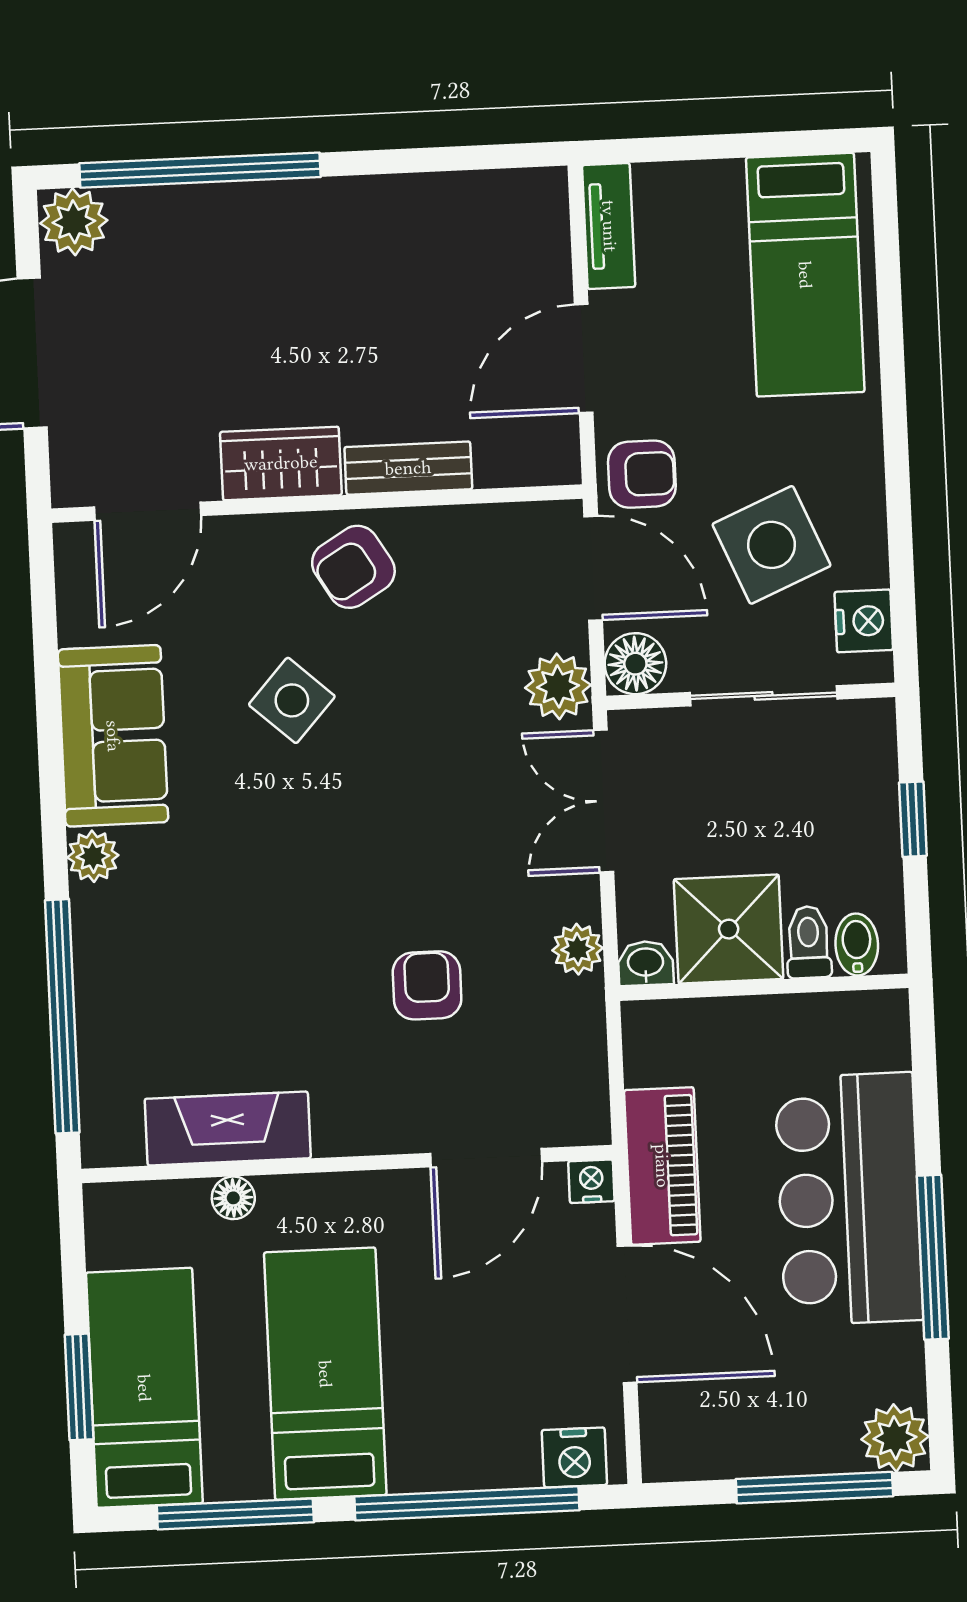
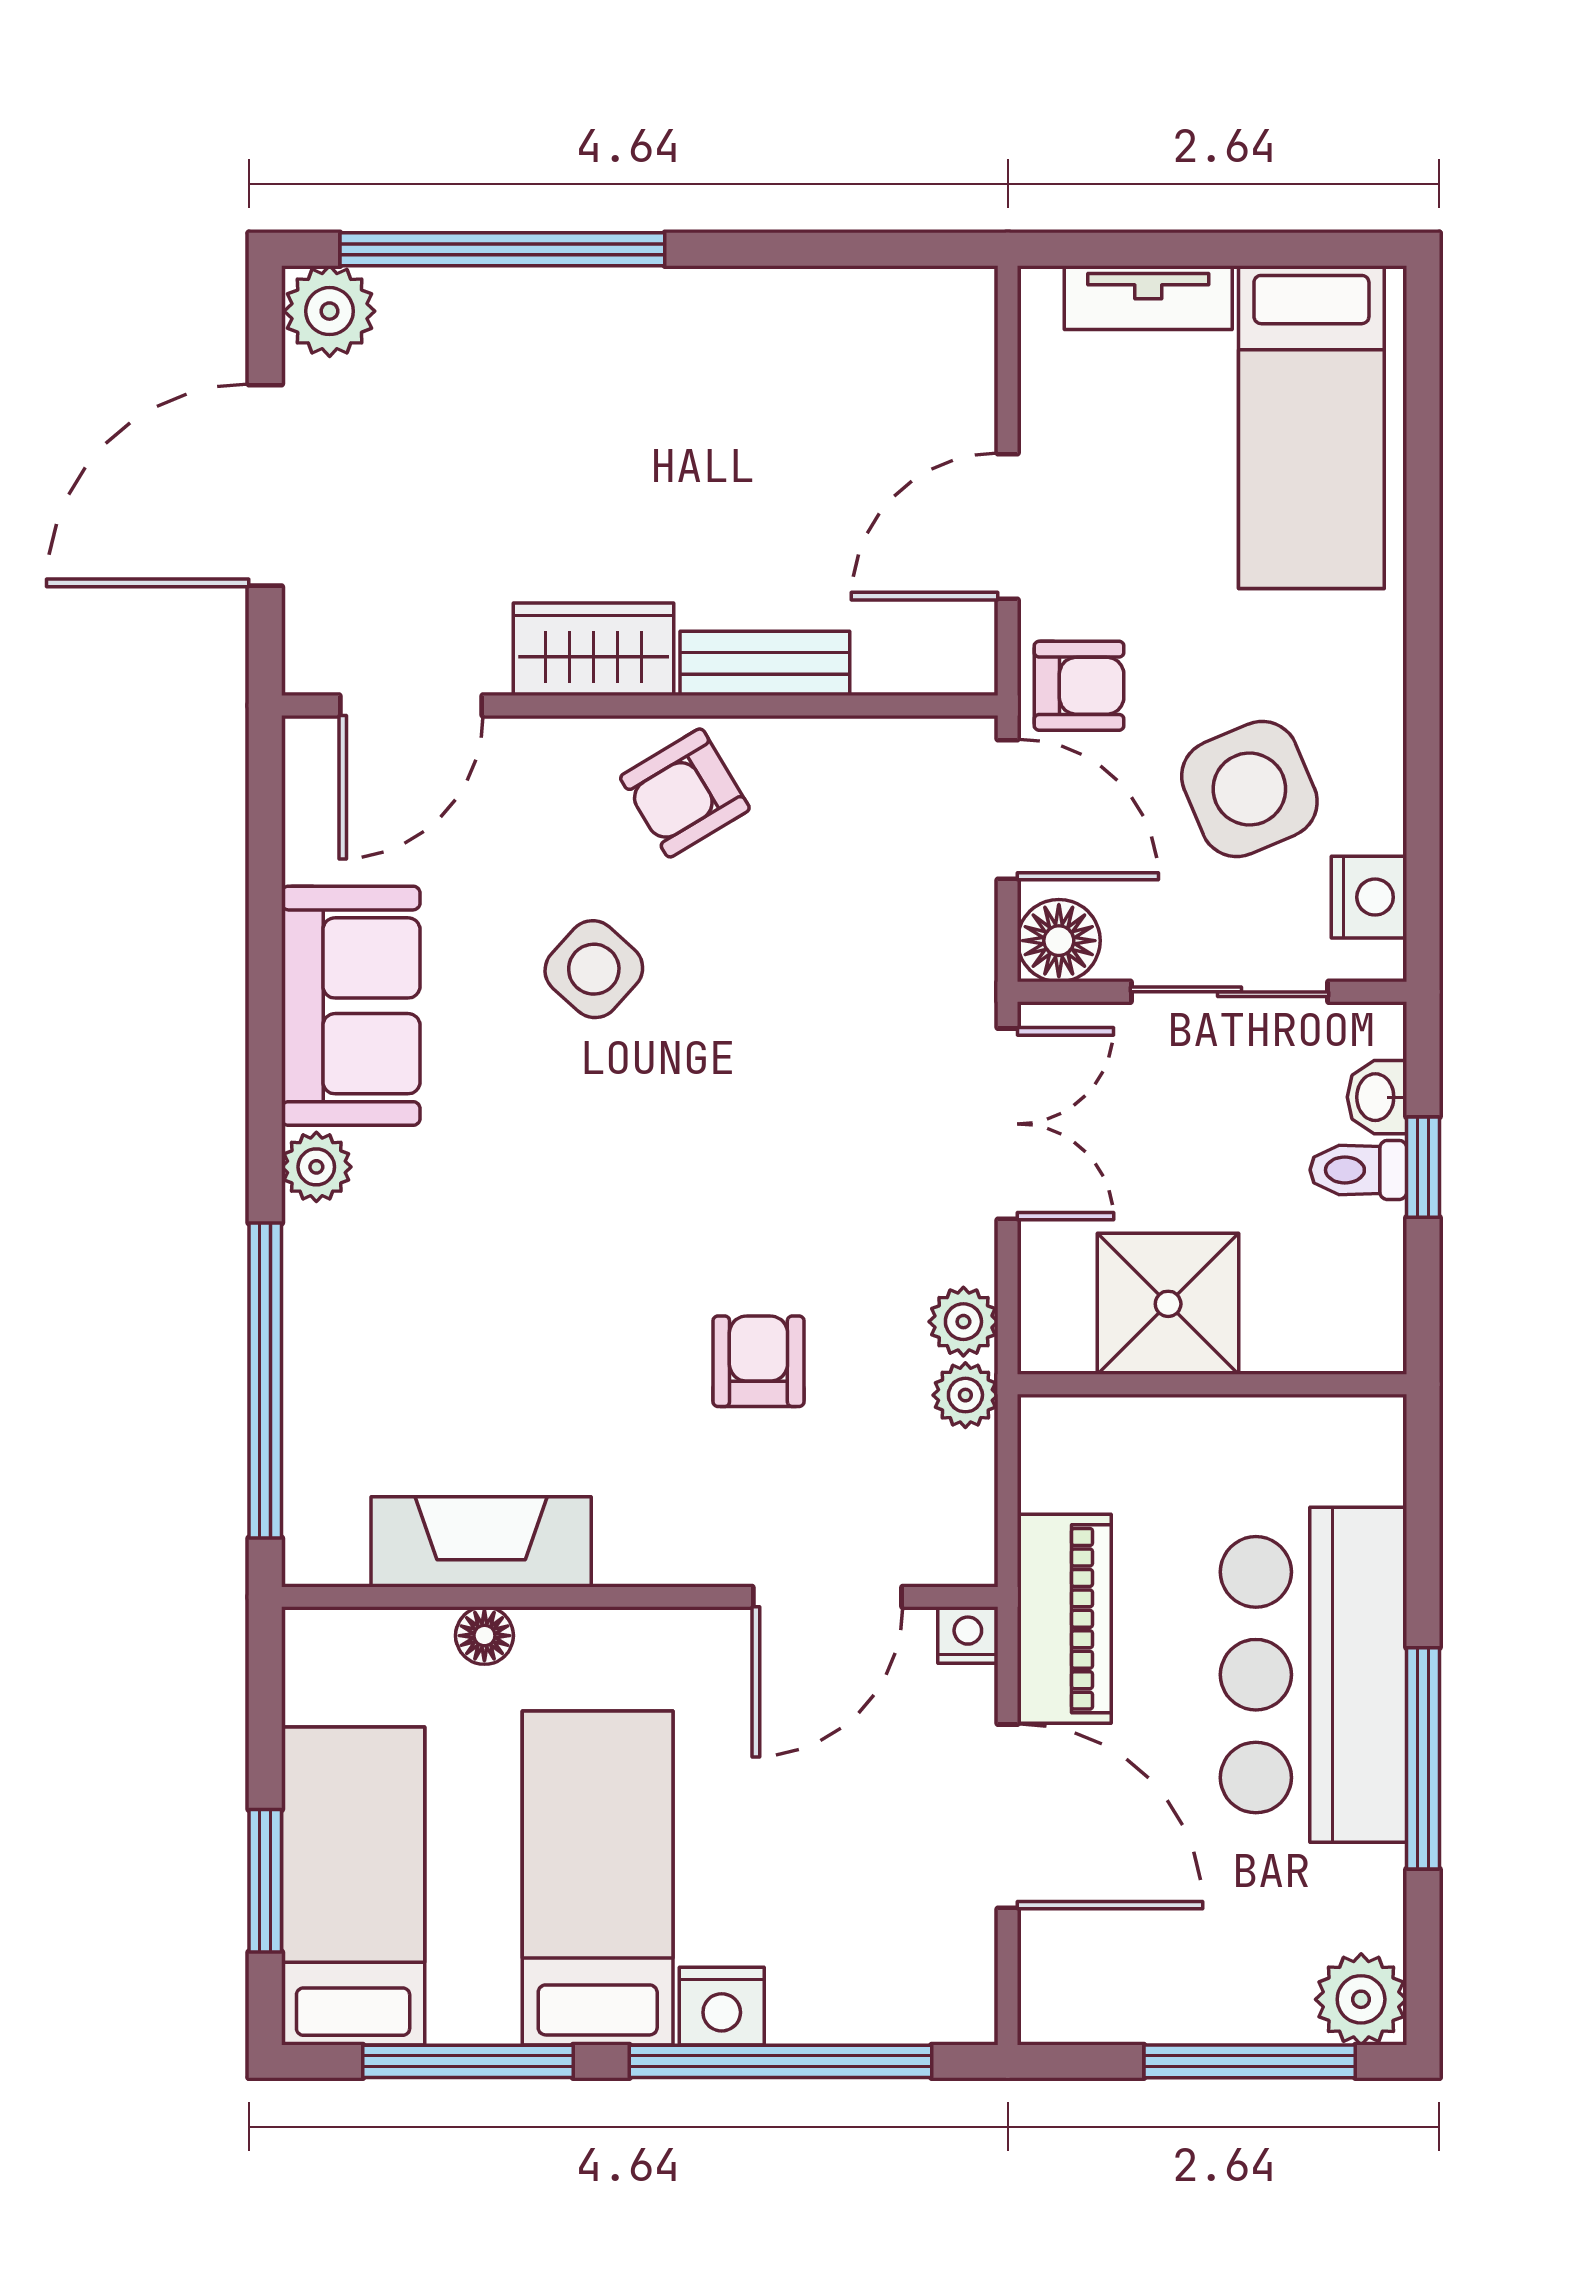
tv unit: (609, 226) -> (1148, 298), moved, turned 90
plant: (558, 686) -> (965, 1395), moved, width x0.73, depth x0.73
double door: (604, 801) -> (1008, 1124), swing flipped
toilet: (809, 942) -> (1358, 1170), moved, turned -90
bidet: (857, 945) -> (1340, 1332), removed
washbasin: (646, 963) -> (1377, 1097), moved, turned -90
nightstand: (574, 1457) -> (722, 2006), moved

